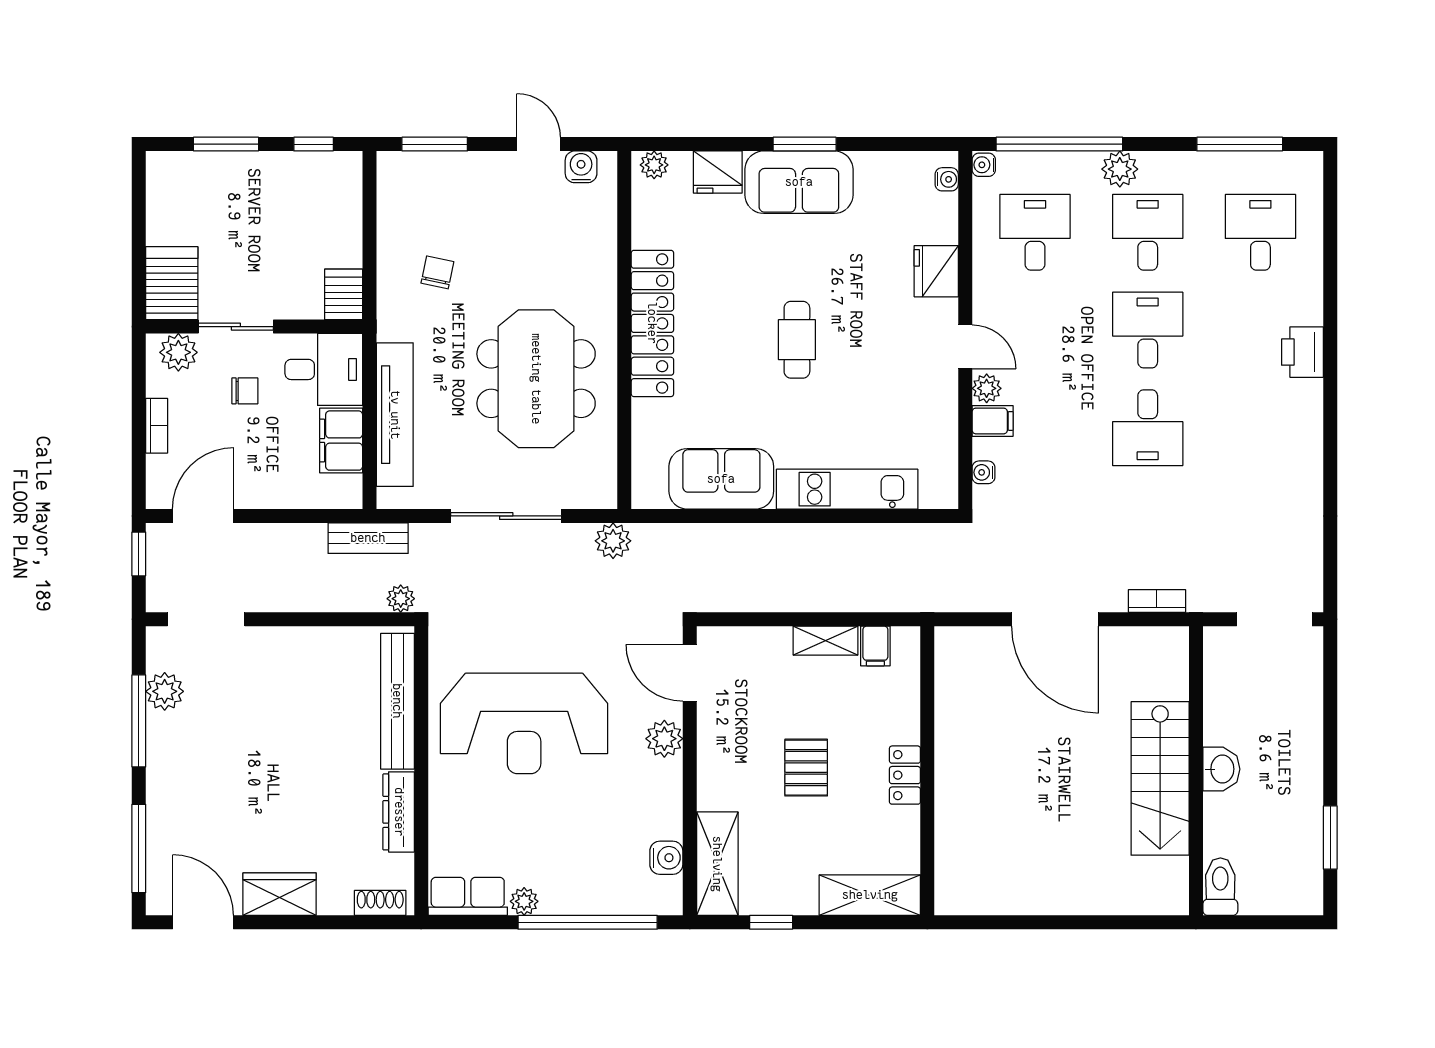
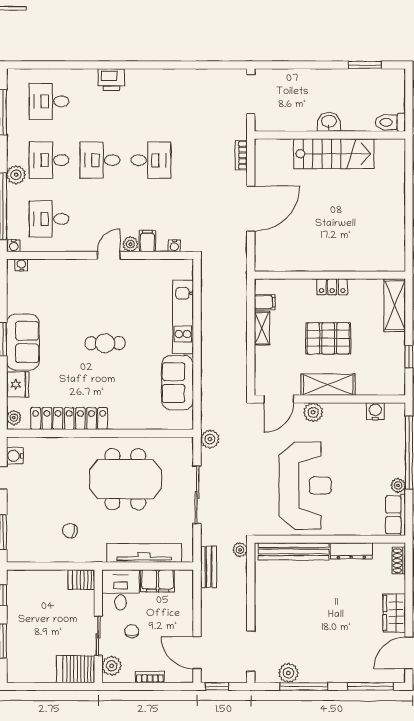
fridge: (936, 271) -> (69, 270), removed
locker: (652, 323) -> (69, 419), moved
pallet: (806, 768) -> (328, 338), width x1.50, depth x1.42
shelving: (717, 864) -> (328, 385), moved

